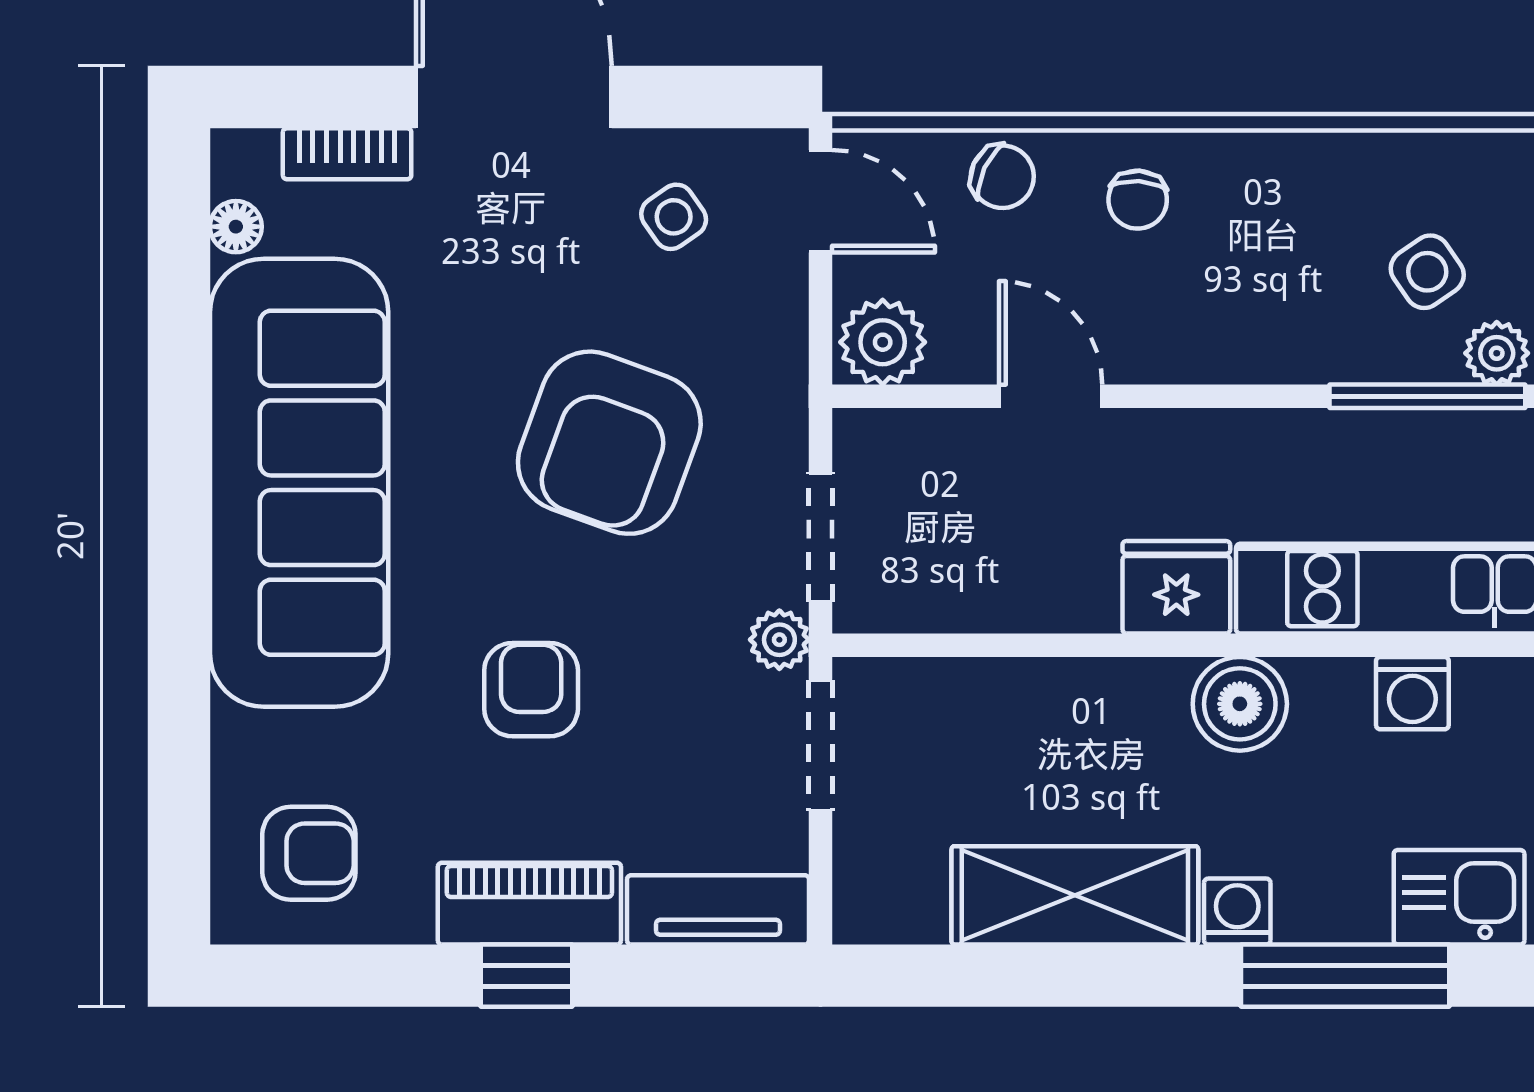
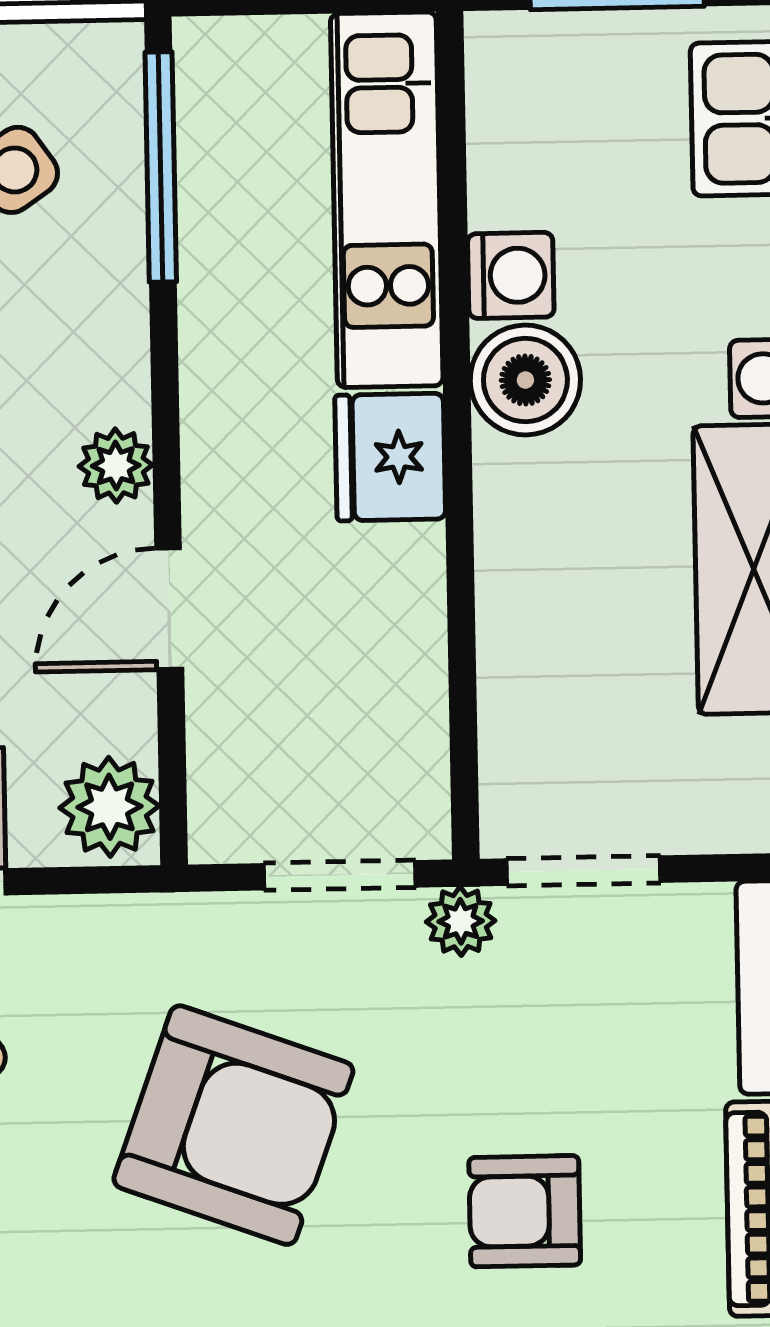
plant: (1497, 353) -> (116, 466), moved
washing machine: (1412, 693) -> (511, 275), moved

